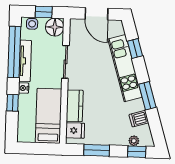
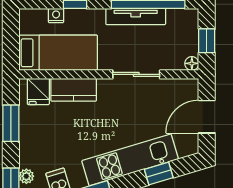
side table: (32, 24) -> (189, 25), removed
floor lamp: (55, 27) -> (192, 63), width x0.53, depth x0.53
nightstand: (24, 88) -> (56, 16), moved

